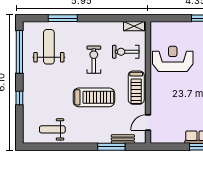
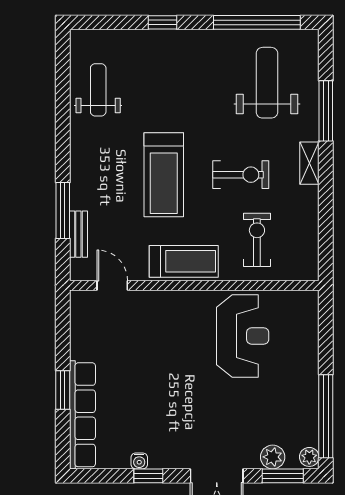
shelving: (134, 26) -> (309, 163), moved
weight bench: (49, 47) -> (267, 83), turned -90
treadmill: (136, 88) -> (184, 261), turned 180

